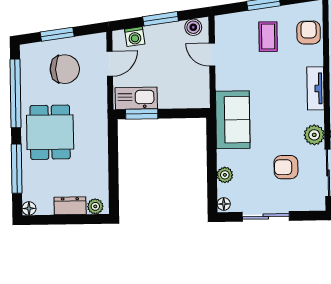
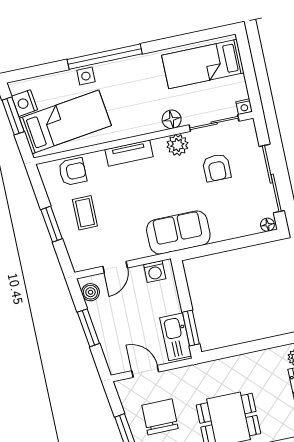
armchair: (309, 33) -> (73, 172), turned 180
washing machine: (135, 37) -> (155, 272), moved, turned 98
coffee table: (268, 37) -> (85, 213), turned 90
plant: (225, 175) -> (237, 229), removed
sliding door: (266, 216) -> (272, 179), width x1.37

